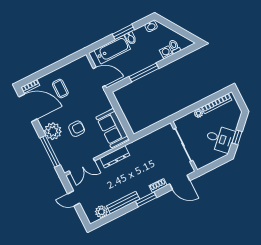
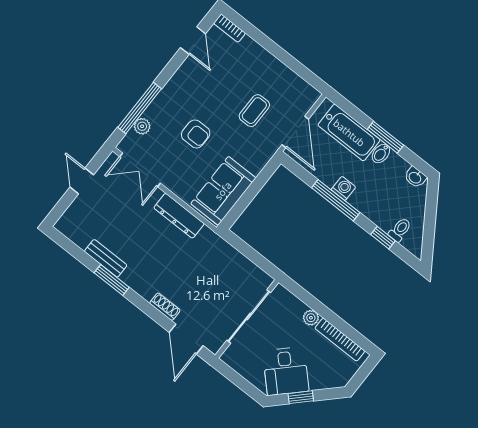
washing machine: (166, 52) -> (343, 188), moved
window: (174, 57) -> (383, 238), added
coffee table: (60, 89) -> (254, 111), moved
door: (28, 108) -> (193, 41), width x0.53
plant: (53, 131) -> (142, 126), moved, width x0.53, depth x0.53
window: (146, 199) -> (112, 280), moved
bench: (123, 203) -> (106, 258), width x0.73
plant: (101, 212) -> (81, 235), removed

